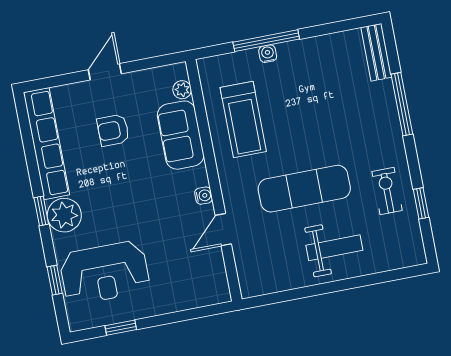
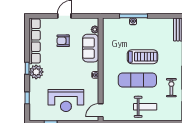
treadmill: (243, 119) -> (142, 57), moved, turned -90
door: (223, 230) -> (101, 110), moved
reception desk: (105, 273) -> (66, 101), moved

